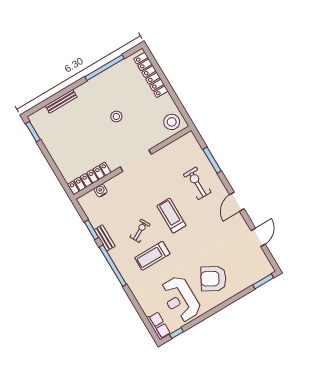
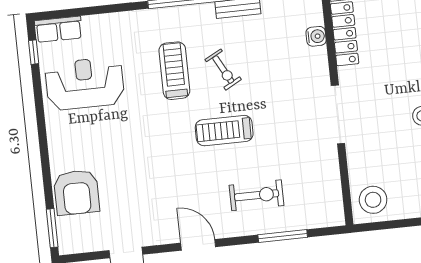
treadmill: (171, 216) -> (224, 131), turned 180
armchair: (213, 279) -> (77, 192), moved, turned 151

